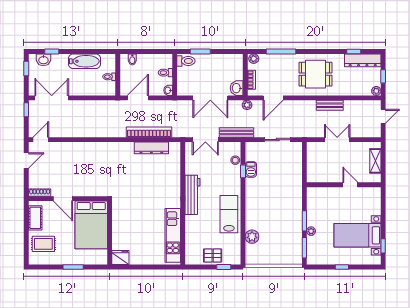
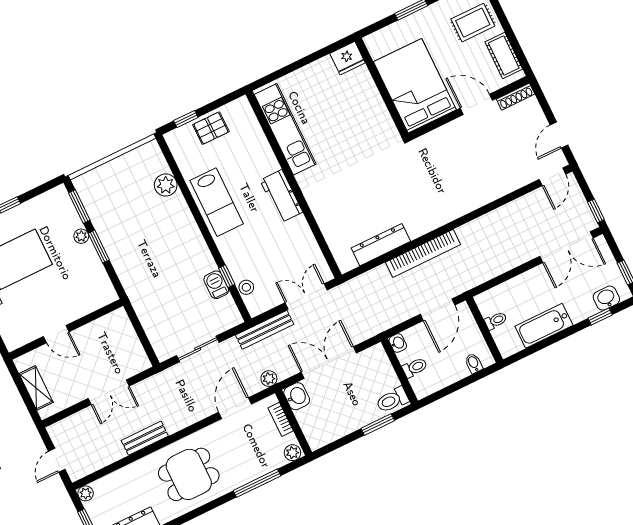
bookcase: (149, 132) -> (423, 253), moved
workbench: (192, 195) -> (281, 196), width x0.73

